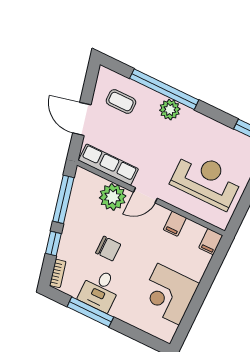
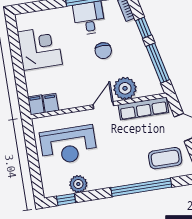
coffee table: (121, 102) -> (165, 158), width x1.36, depth x1.30
plant: (170, 110) -> (78, 184), moved
filing cabinet: (175, 224) -> (51, 103), moved
chair: (108, 249) -> (103, 51), turned -90

